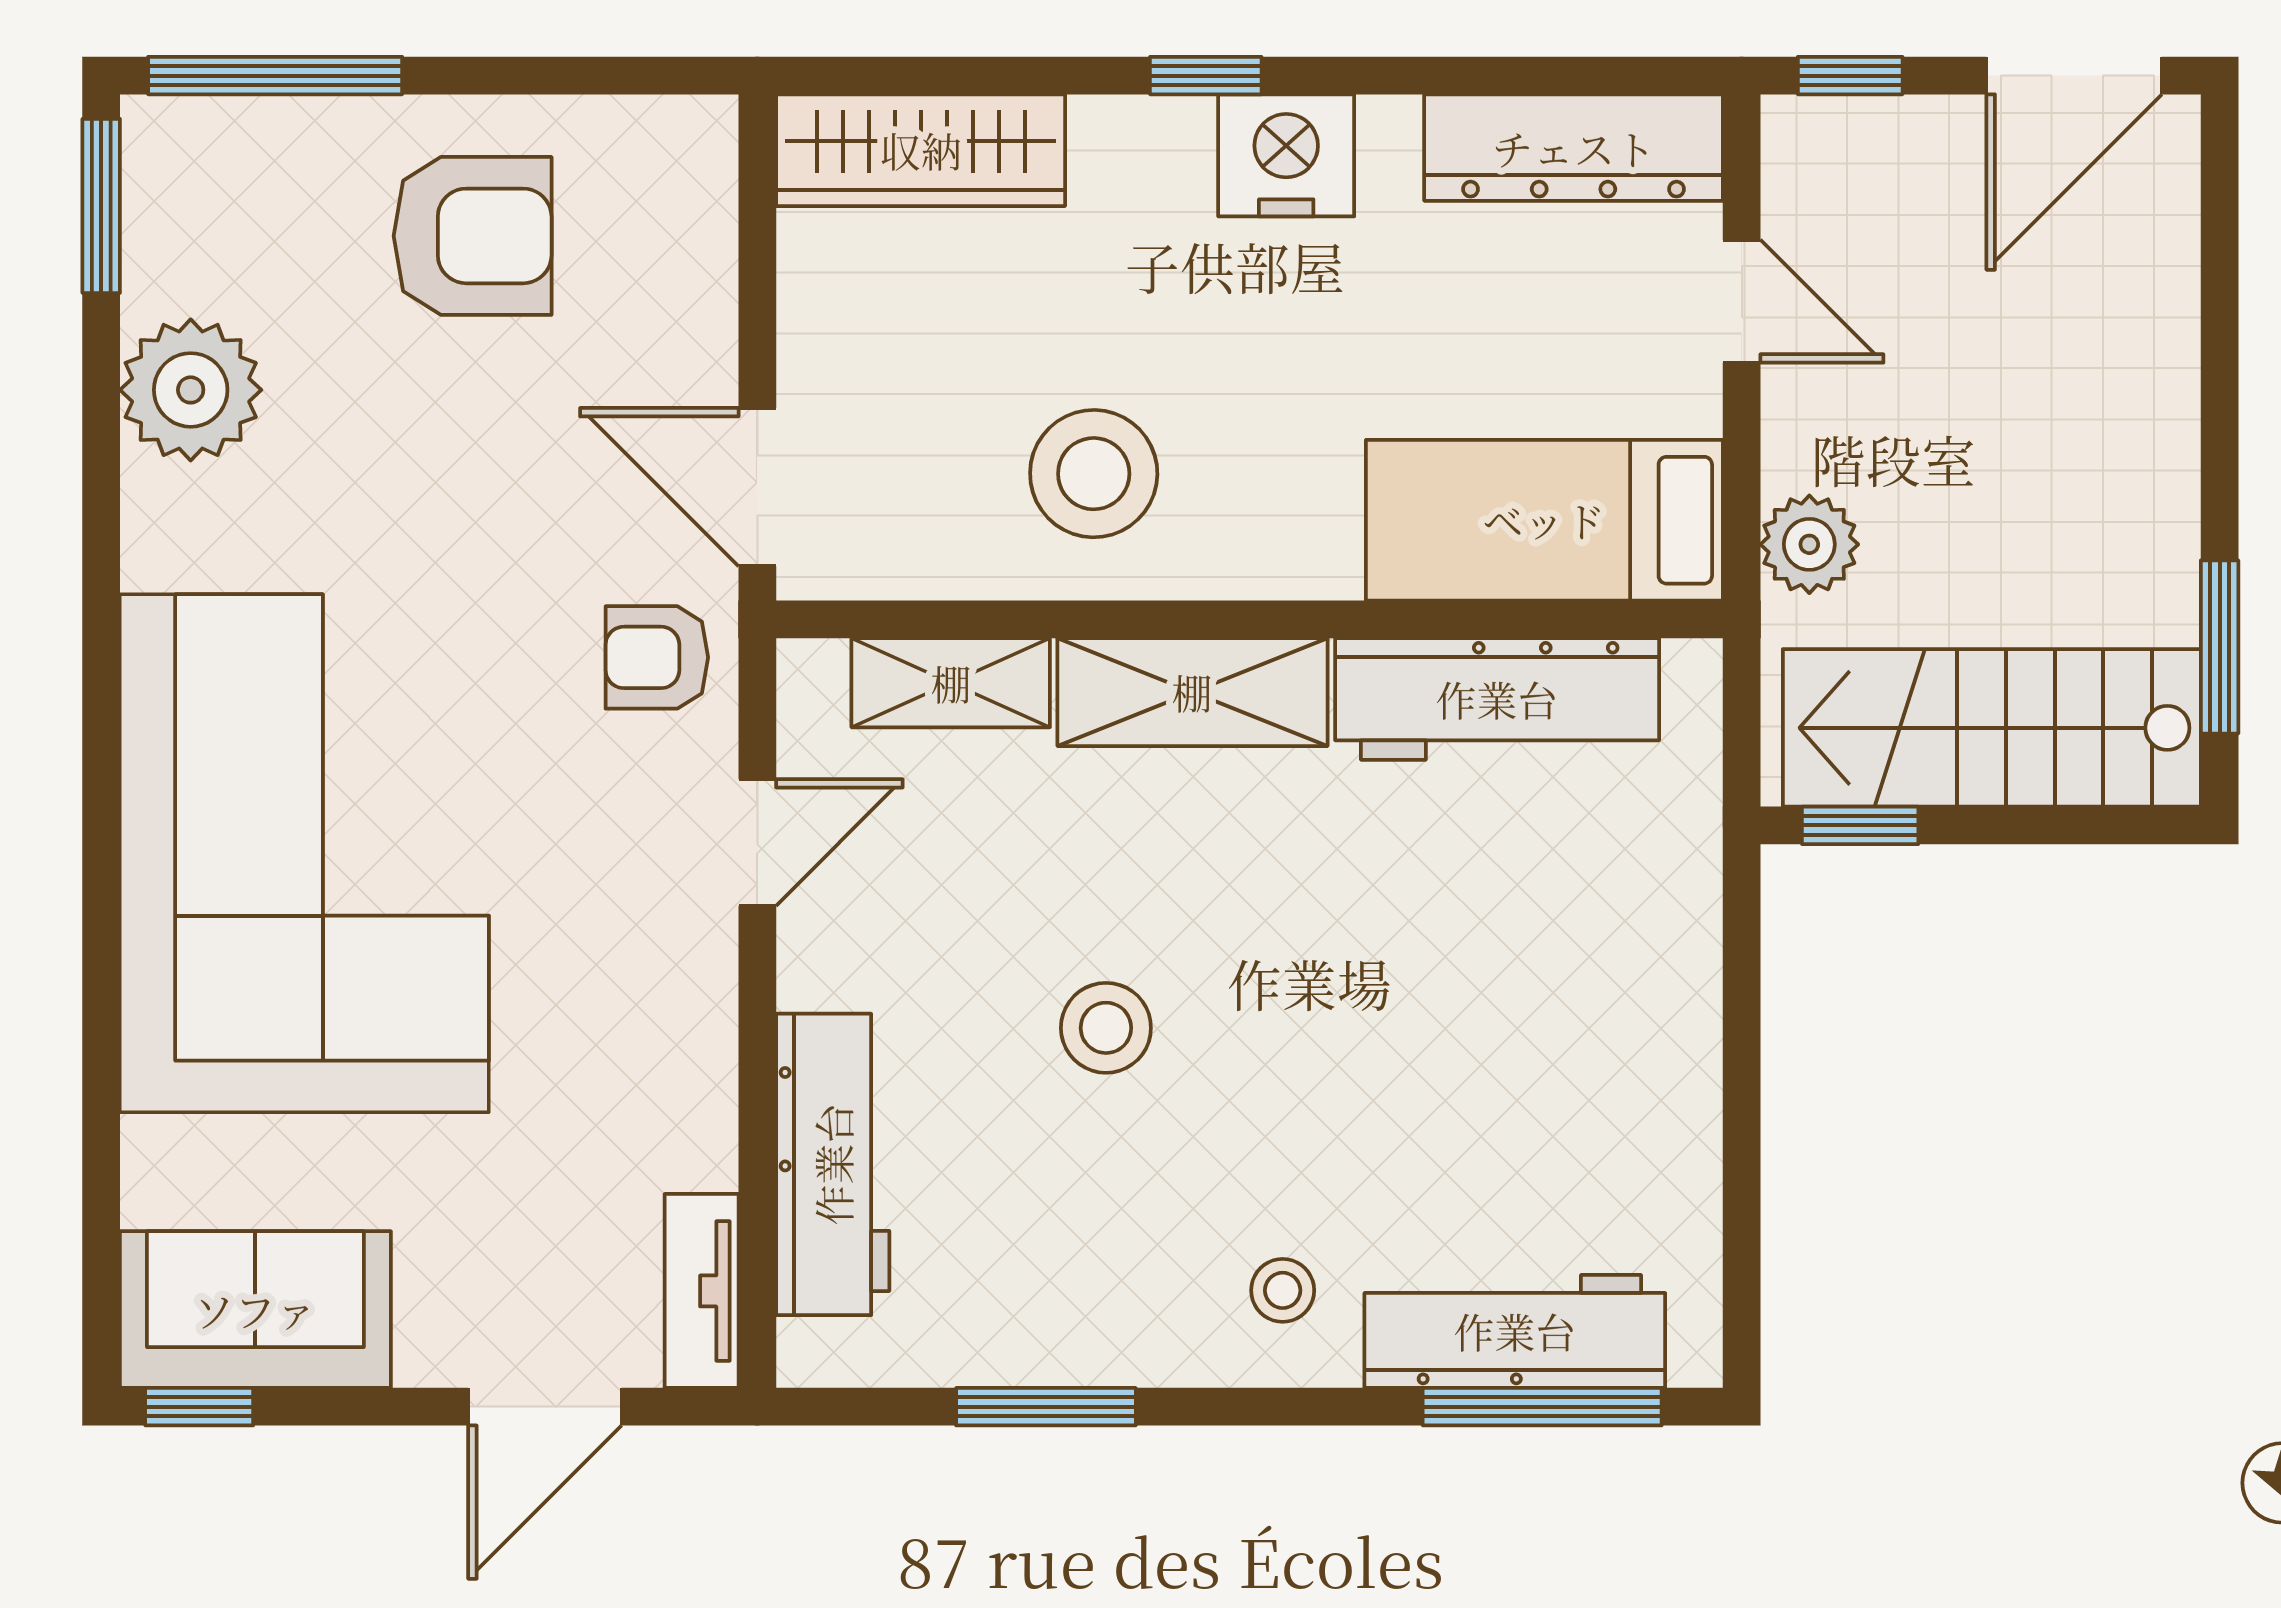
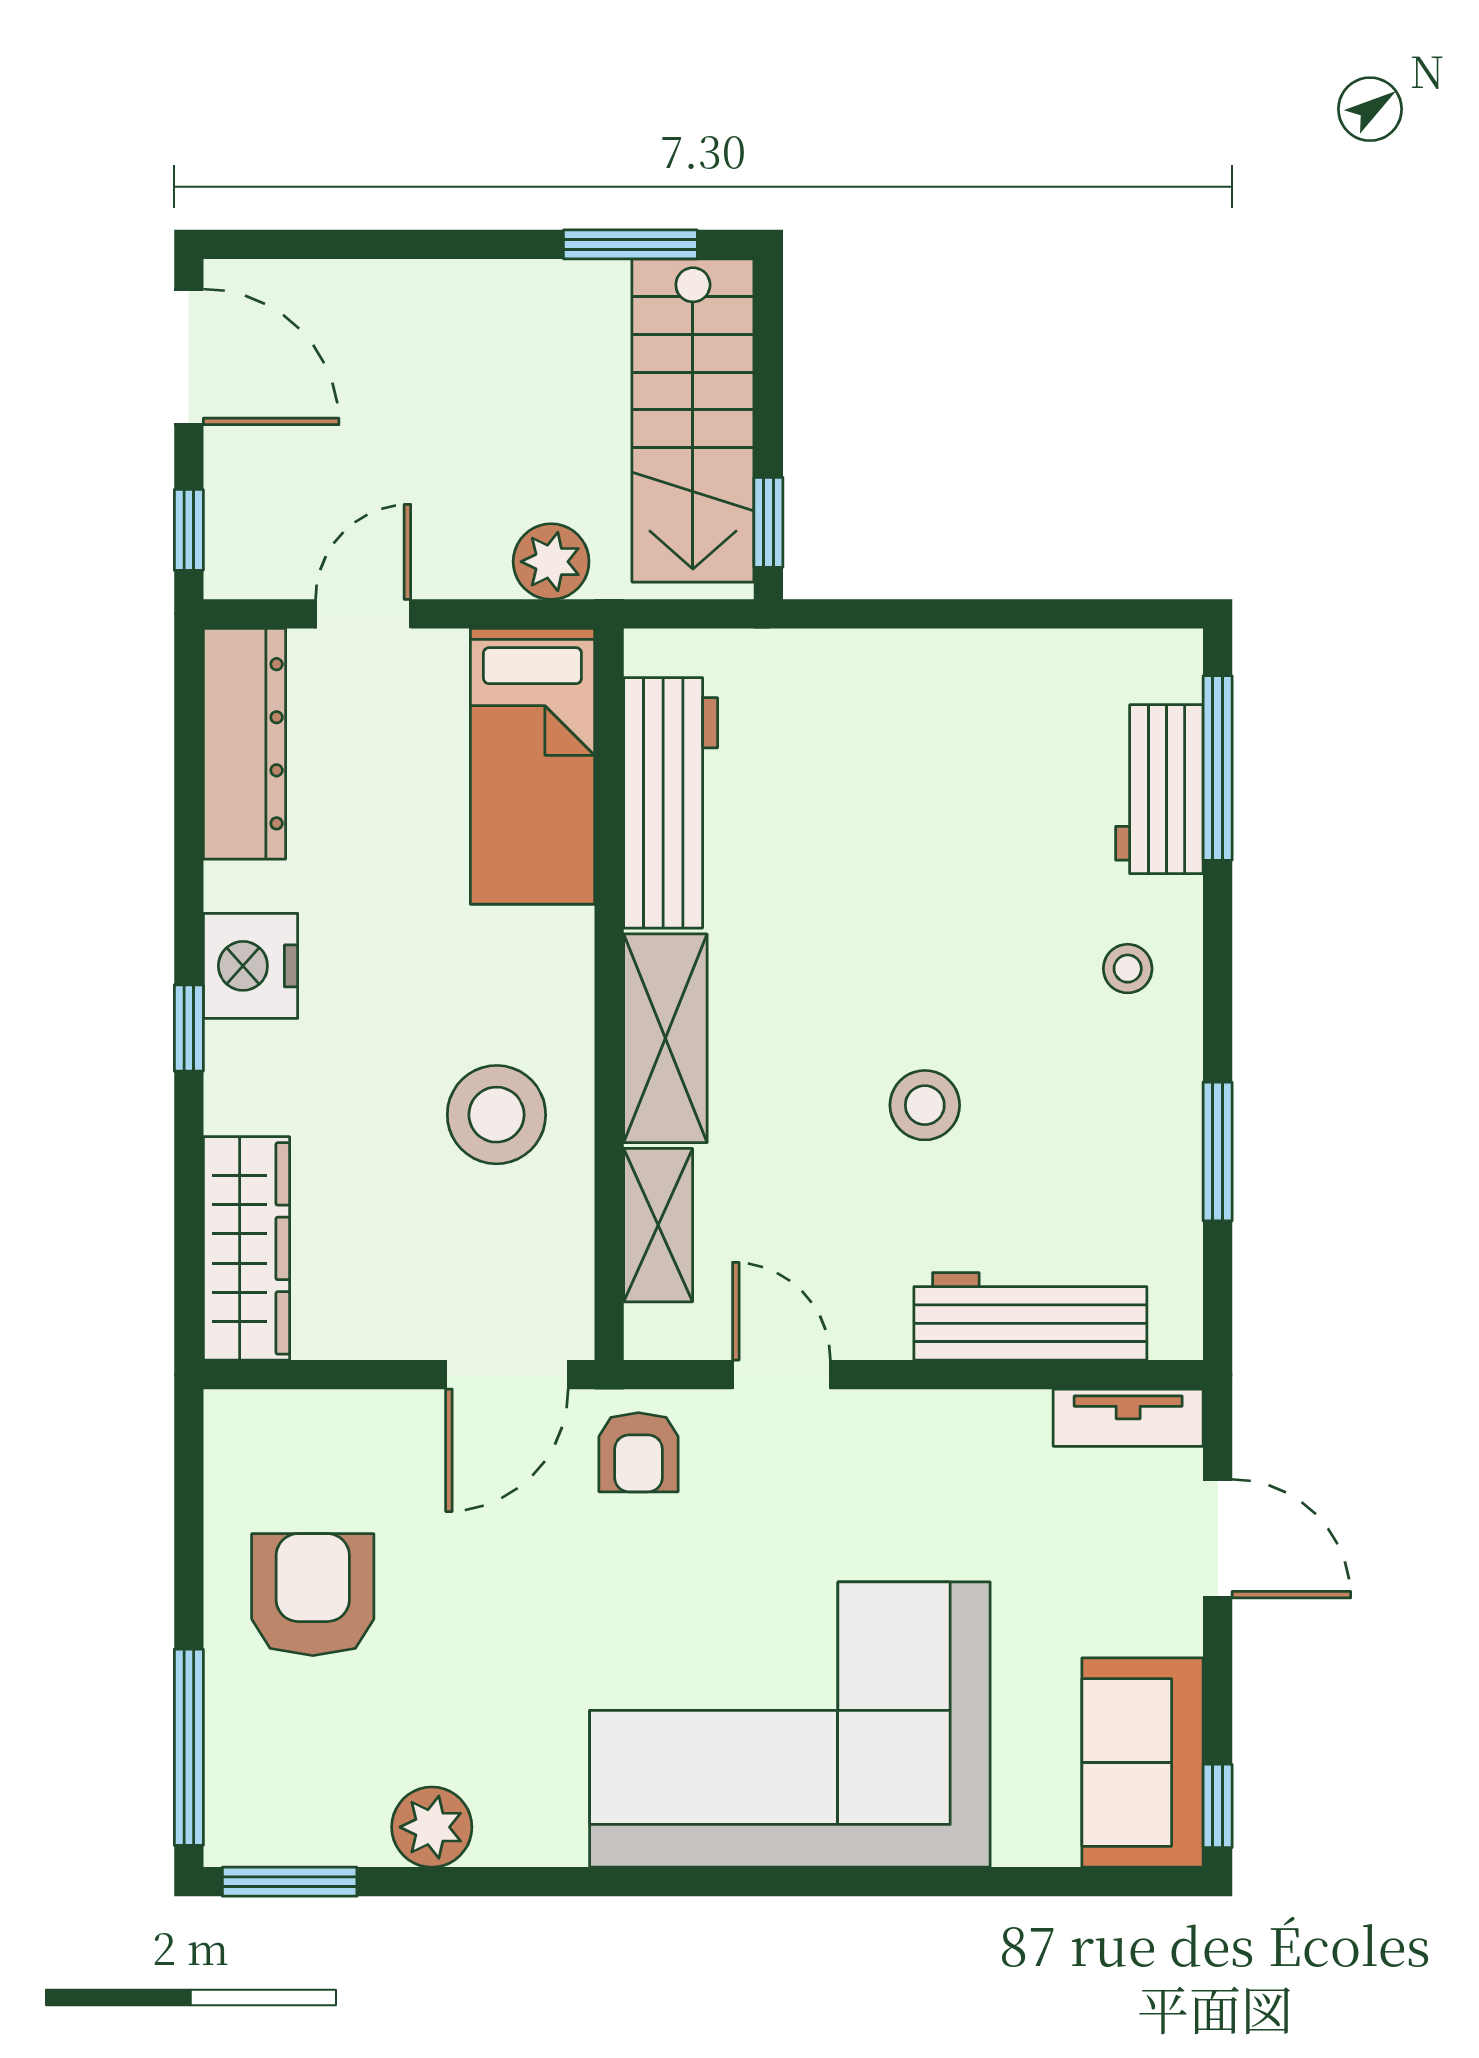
plant: (191, 390) -> (432, 1827), width x0.73, depth x0.73
workbench: (1515, 1331) -> (1159, 789), width x0.73

